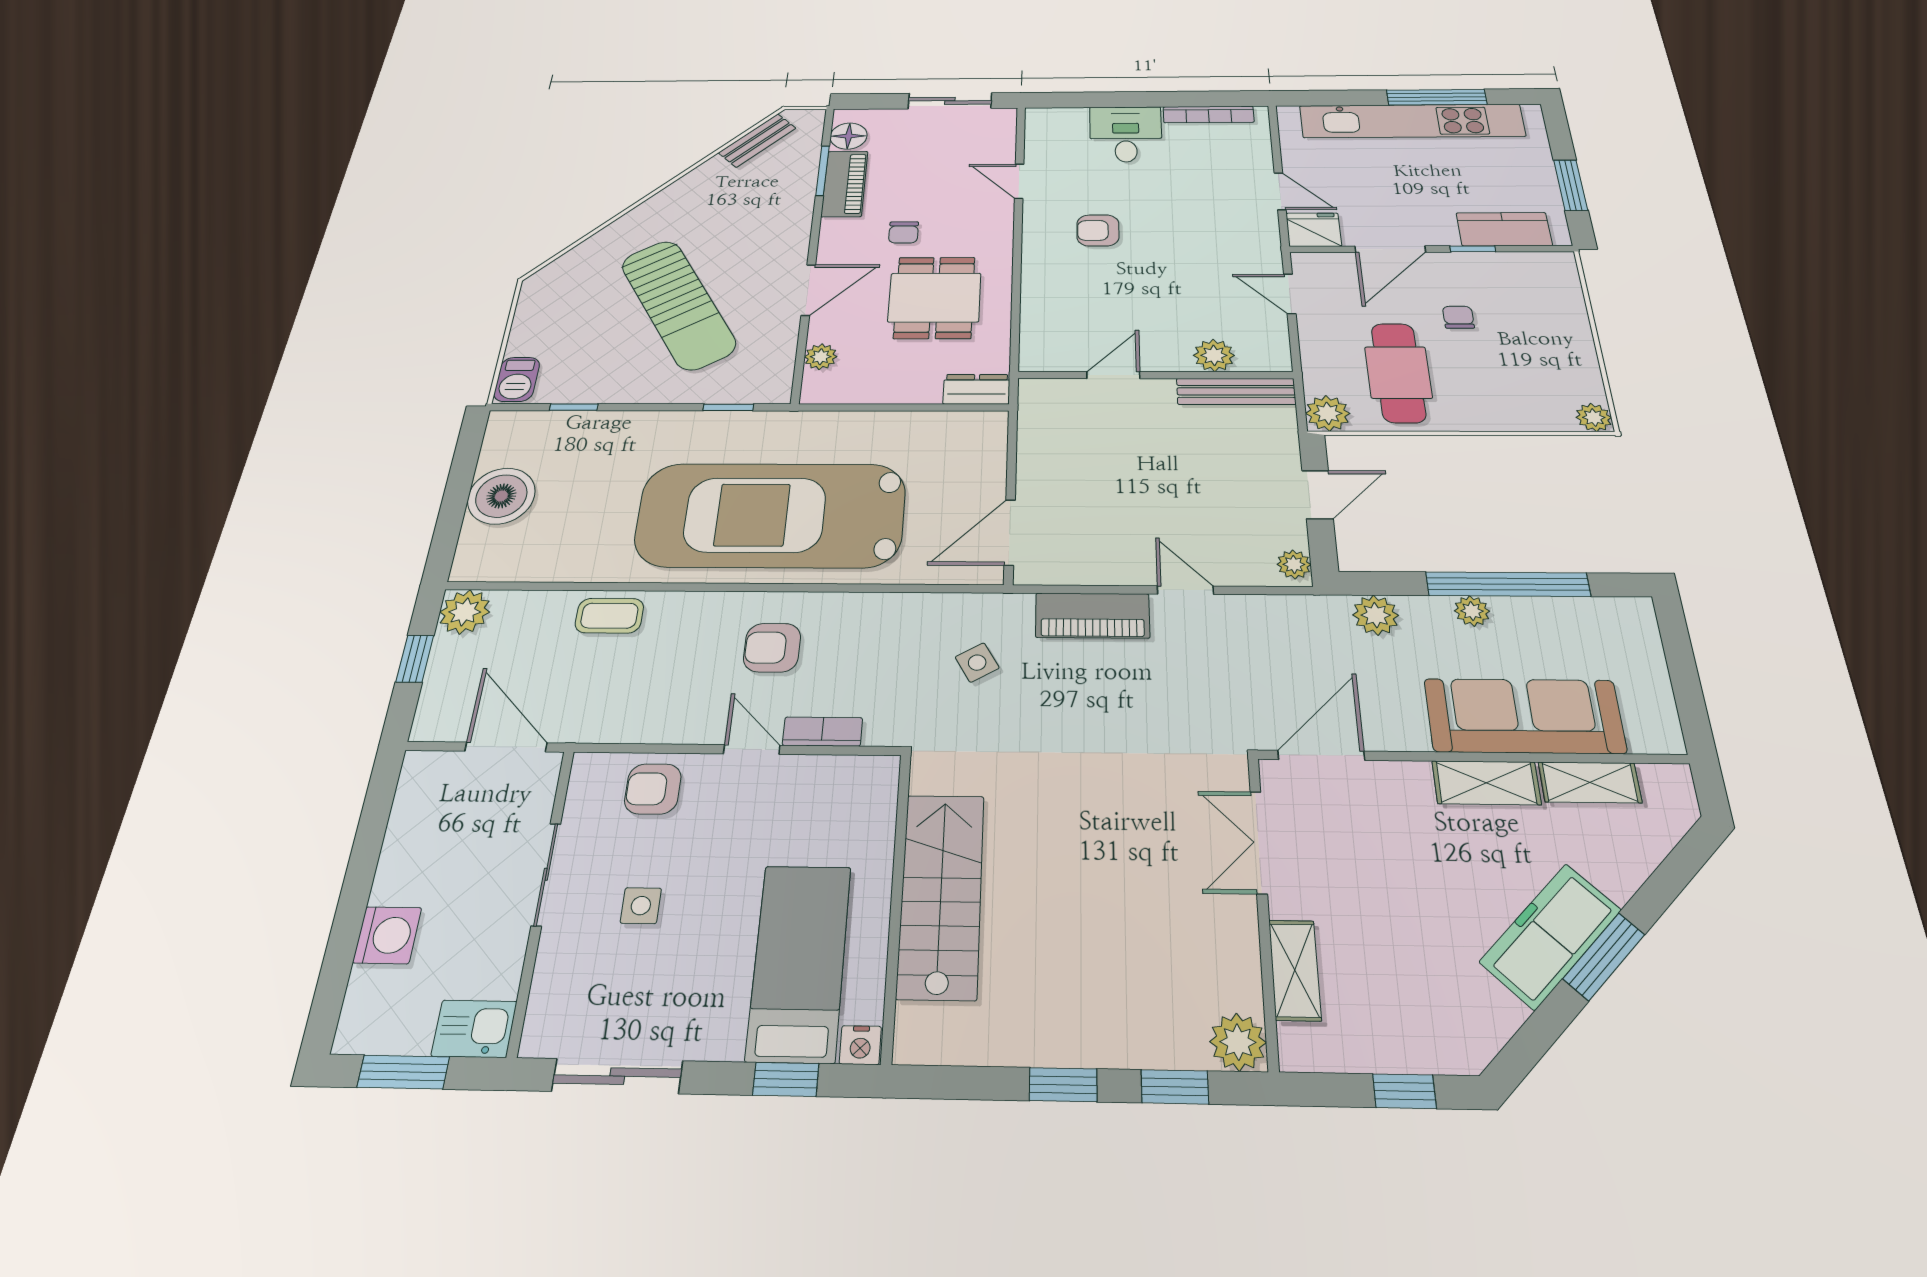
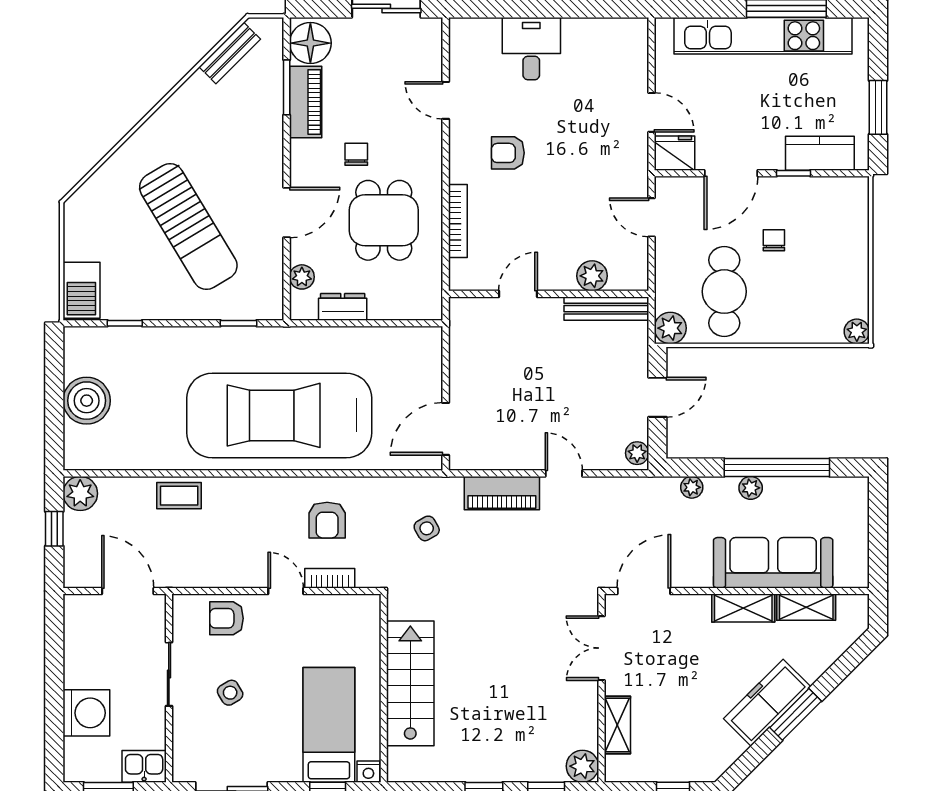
bookcase: (1208, 115) -> (458, 221), moved, turned -90
floor lamp: (849, 136) -> (310, 43), width x1.38, depth x1.38
chair: (904, 232) -> (356, 154), turned 180
barbecue: (517, 379) -> (81, 290), width x1.38, depth x1.27
dresser: (977, 389) -> (343, 307), moved
plant: (1376, 615) -> (692, 487), width x0.73, depth x0.73
armchair: (772, 648) -> (327, 520), moved, turned -90
side table: (641, 906) -> (230, 693), turned -31
washing machine: (387, 935) -> (86, 713), width x1.37, depth x1.37

